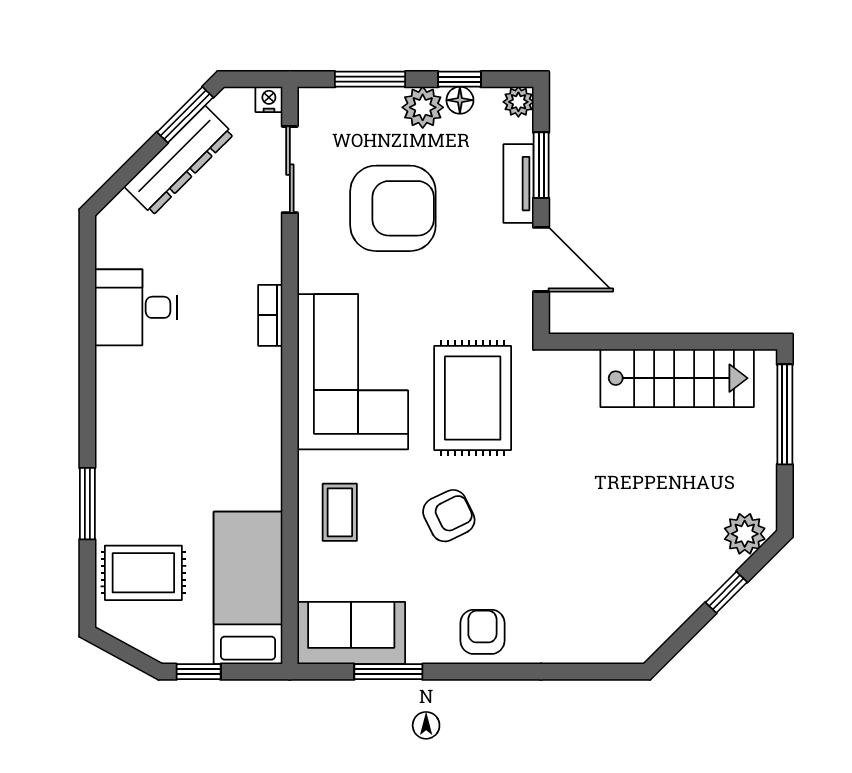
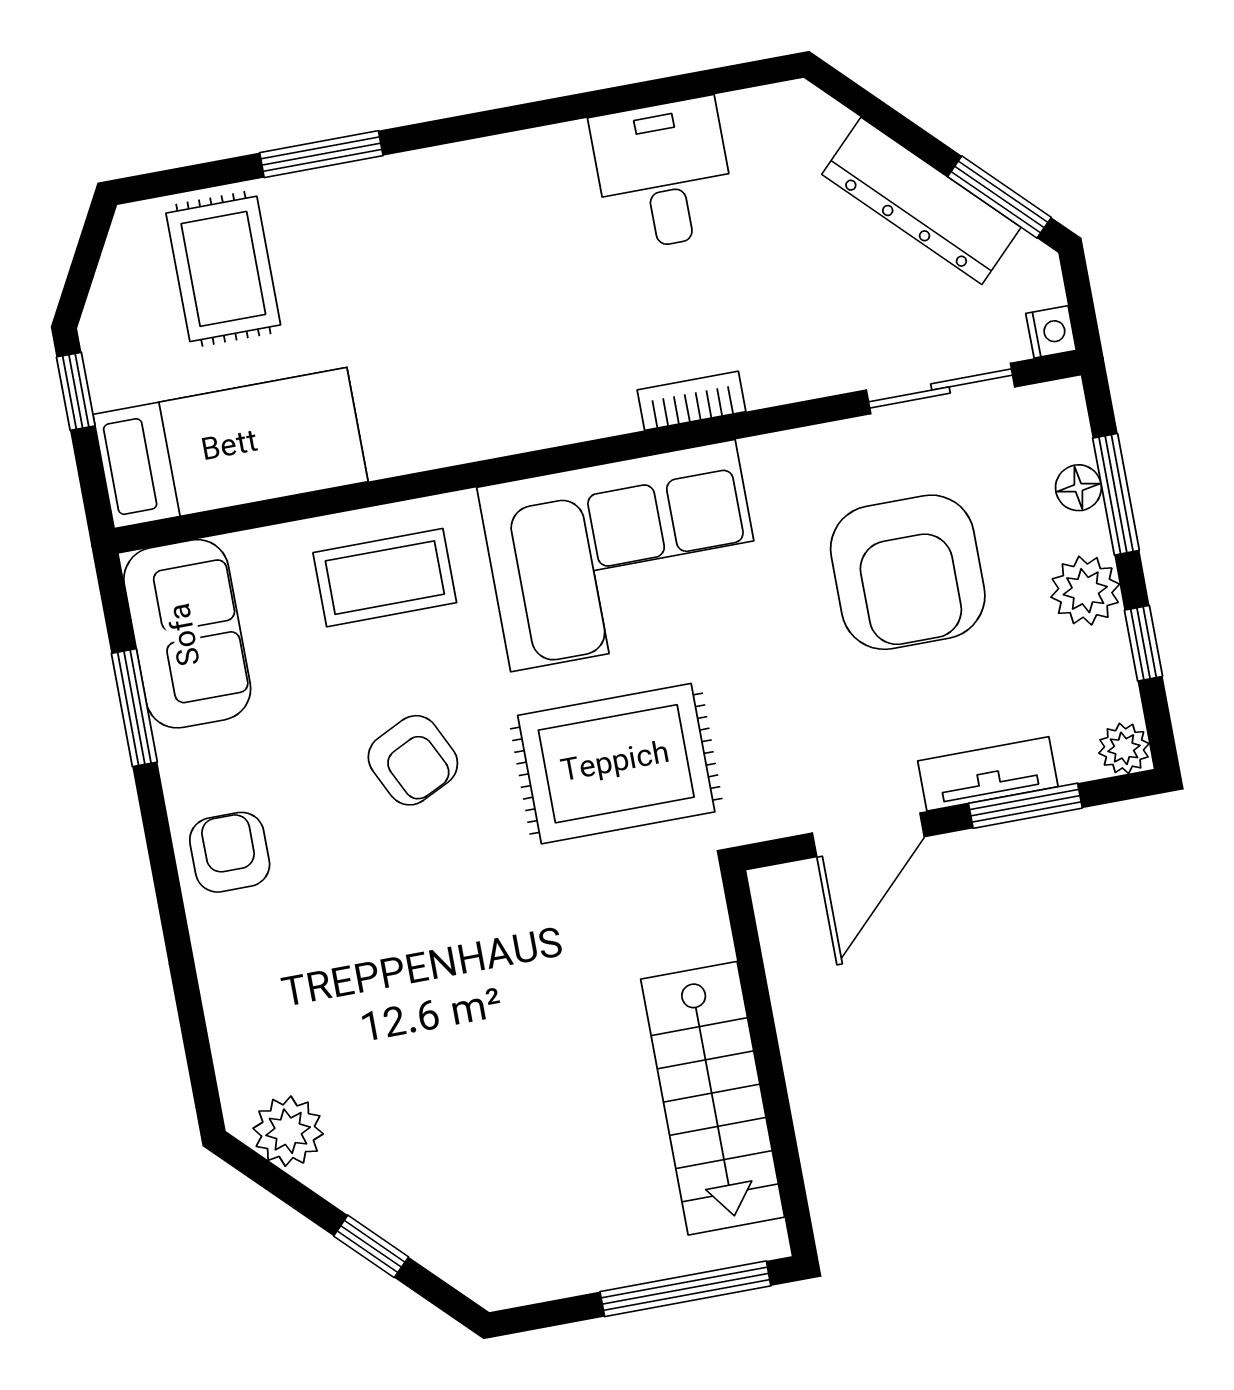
floor lamp: (460, 100) -> (1078, 488), moved
coffee table: (340, 512) -> (385, 578), width x1.36, depth x1.30
plant: (745, 534) -> (288, 1131), moved
armchair: (482, 632) -> (230, 852), turned -90

